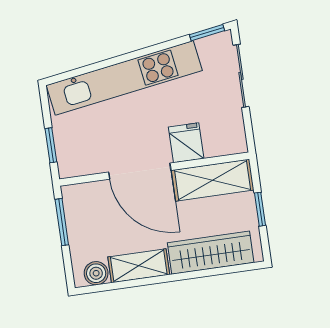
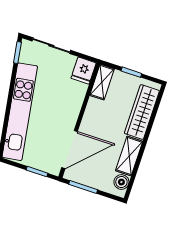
fridge: (186, 143) -> (84, 71), moved, turned -90
door: (140, 171) -> (70, 149), moved
shelving: (213, 180) -> (102, 82), width x0.67, depth x0.75

